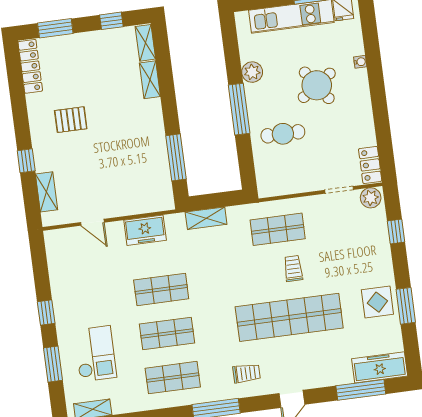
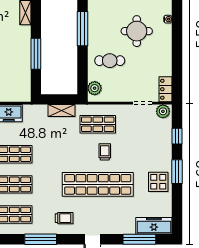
plant: (252, 72) -> (95, 88), moved
round table: (317, 85) -> (137, 31), turned 35
window: (239, 109) -> (82, 29), moved
window: (176, 157) -> (36, 54), moved
shelving: (206, 218) -> (62, 110), moved
window: (406, 306) -> (177, 172), moved

